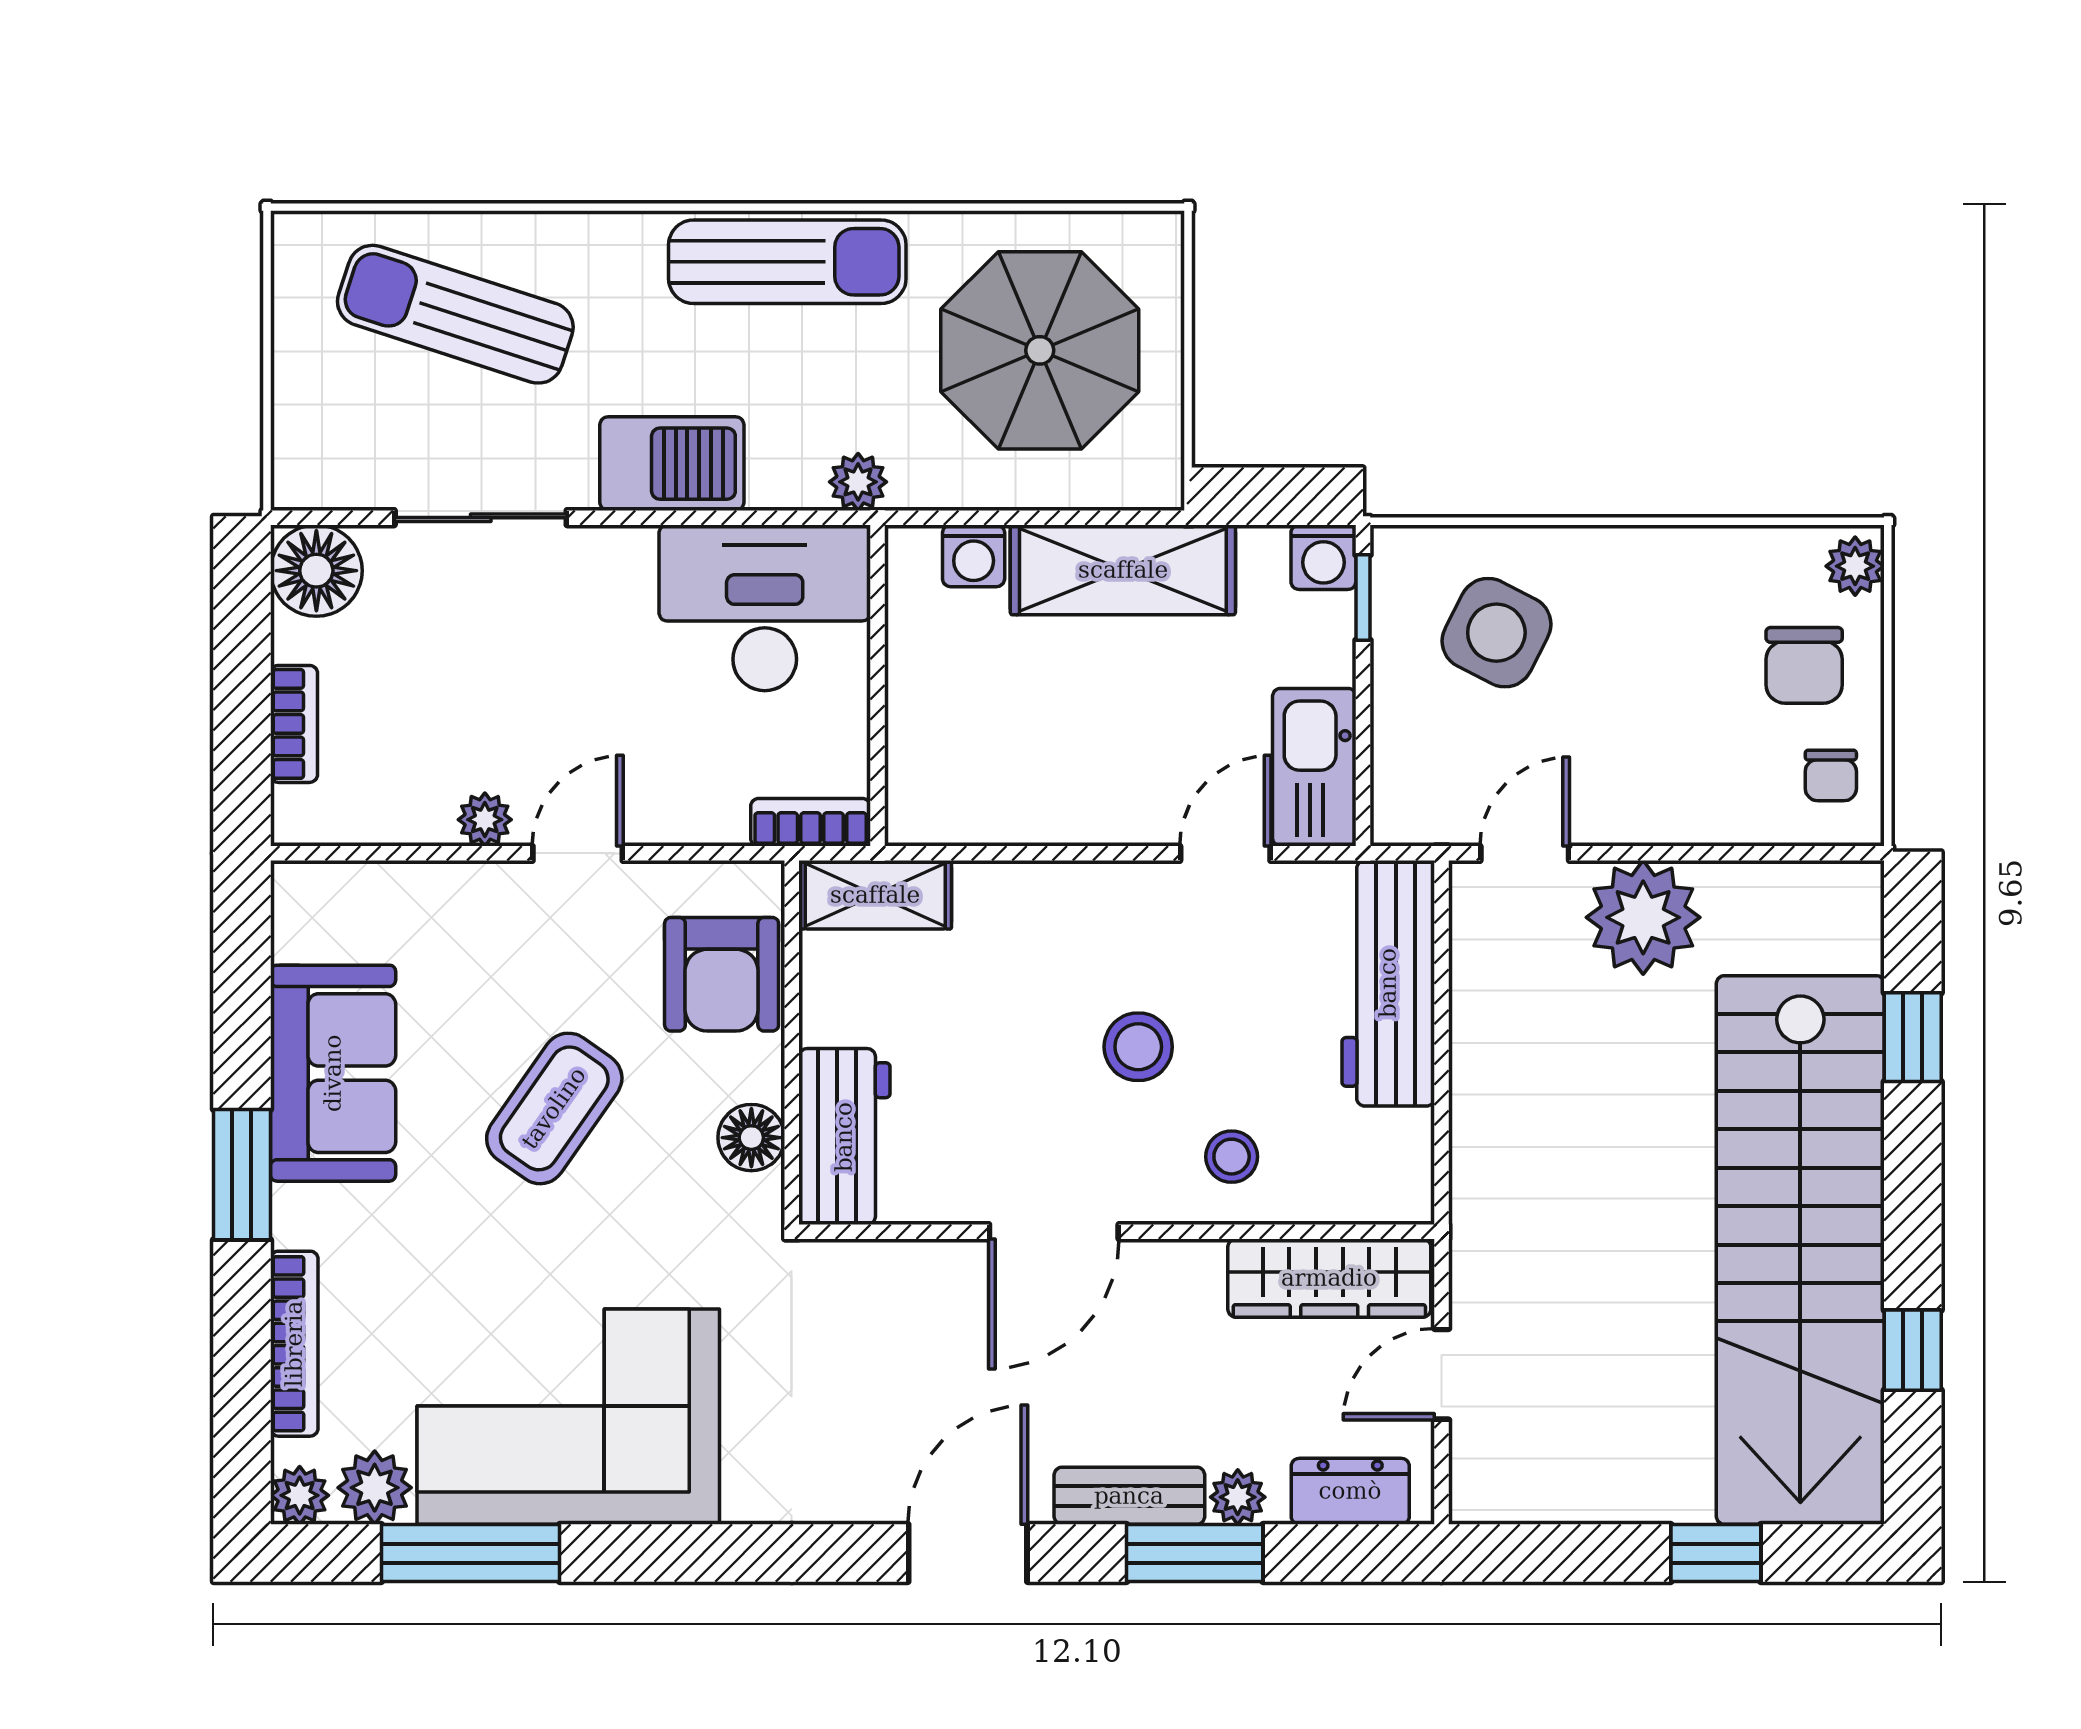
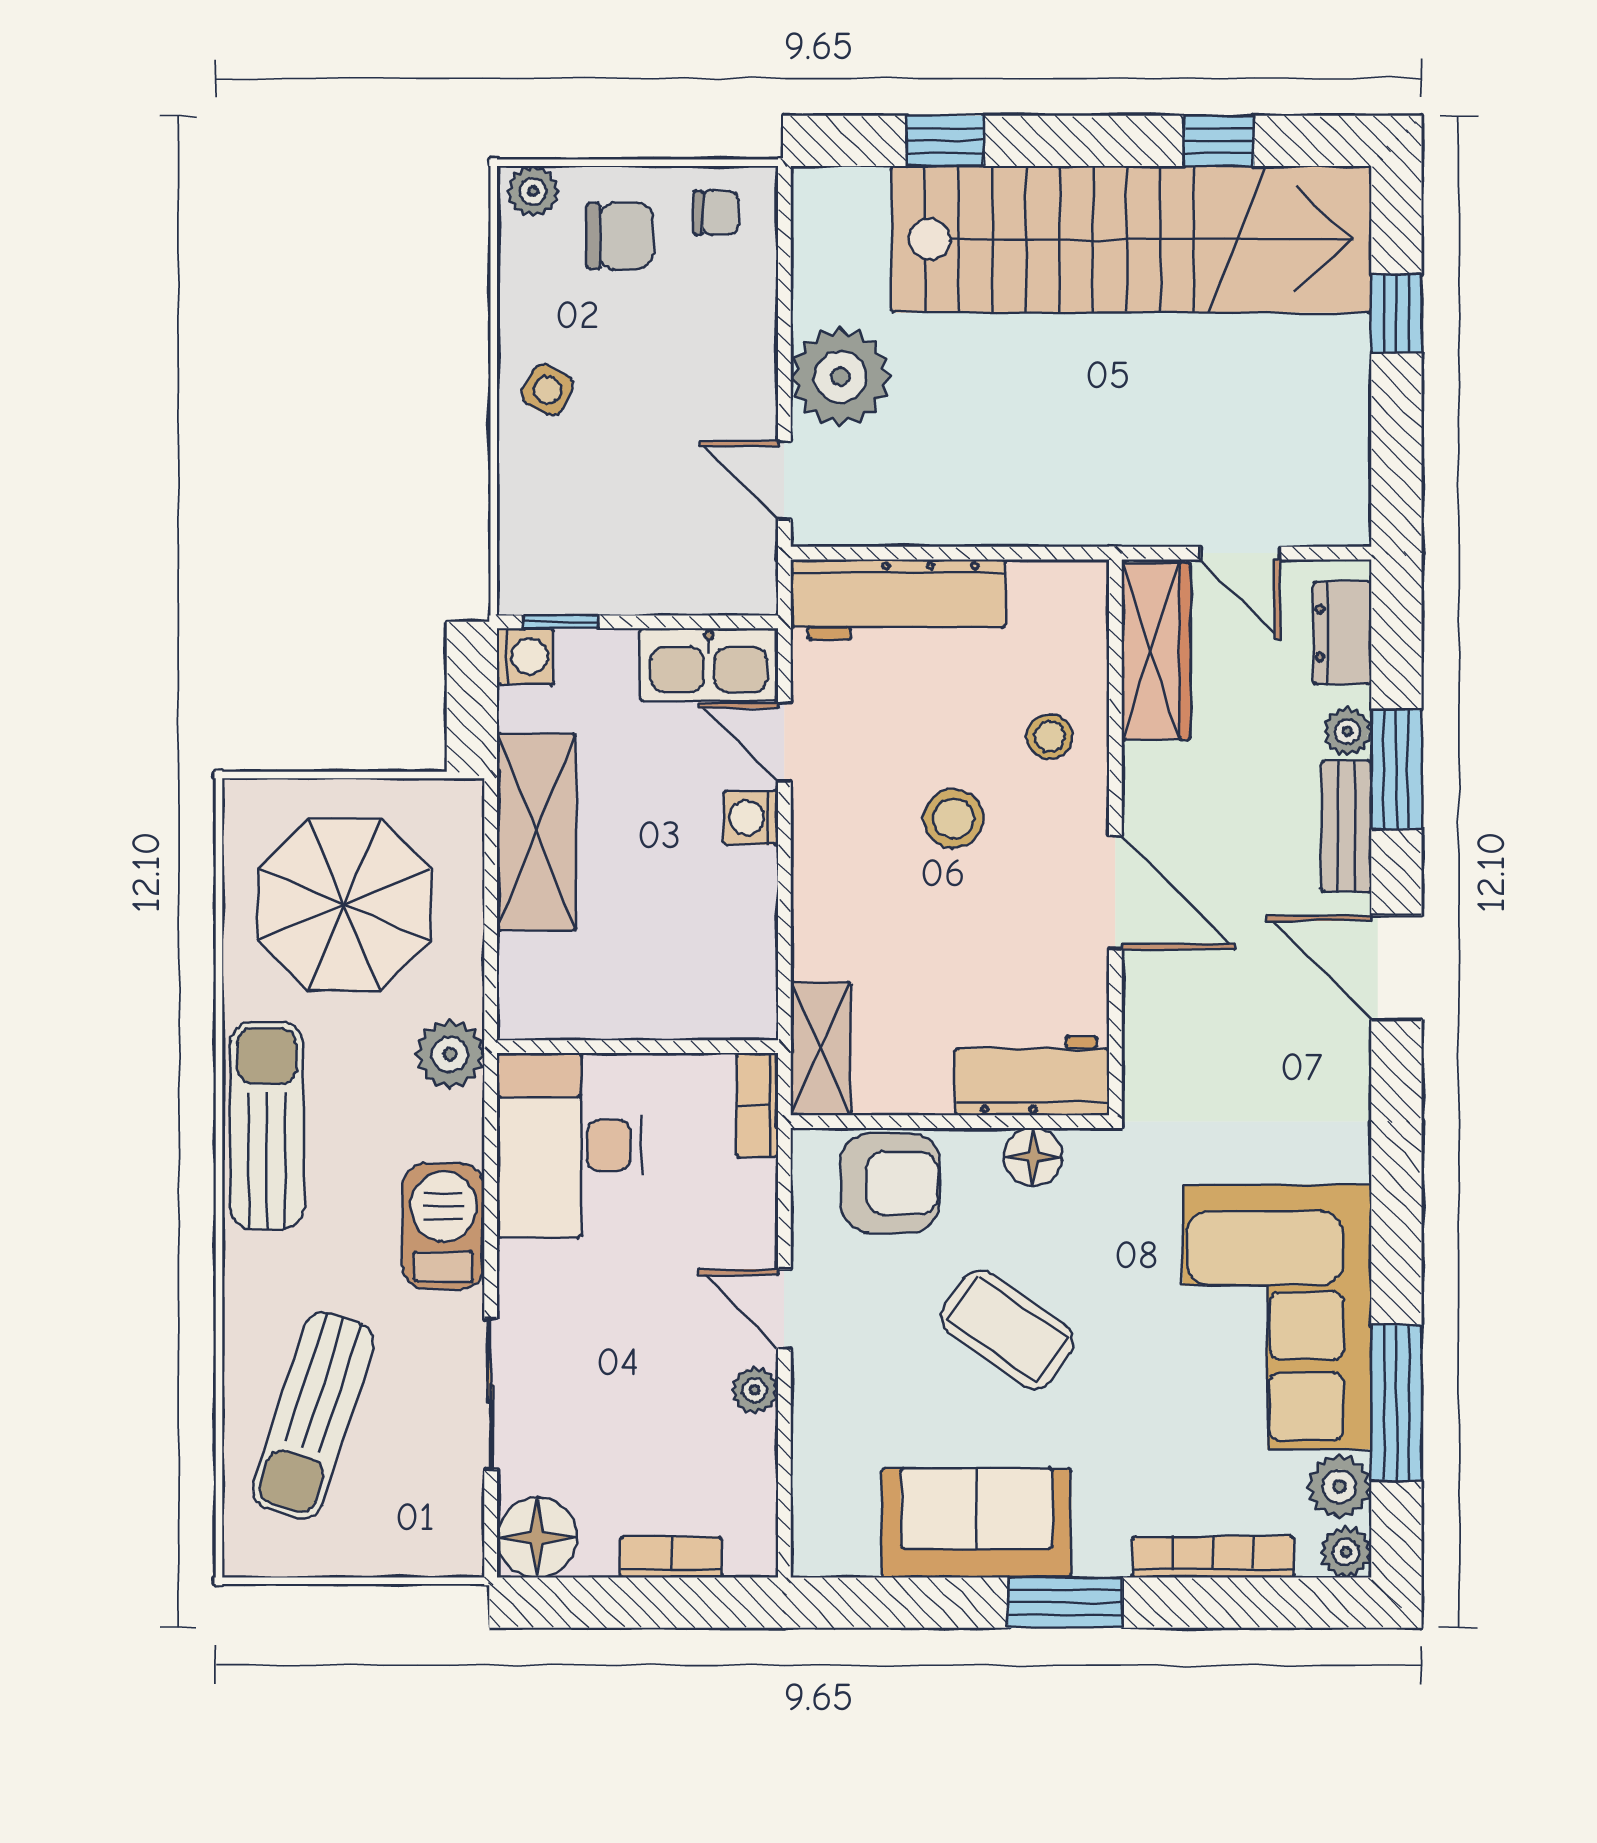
plant: (858, 482) -> (450, 1054), width x1.38, depth x1.38
washing machine: (974, 556) -> (751, 817), moved, turned 180
side table: (1496, 633) -> (547, 390), moved, width x0.54, depth x0.54

